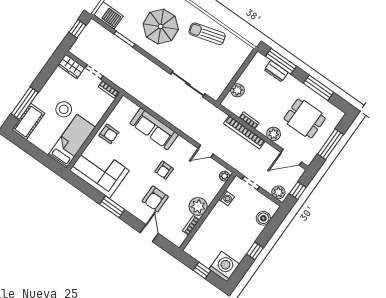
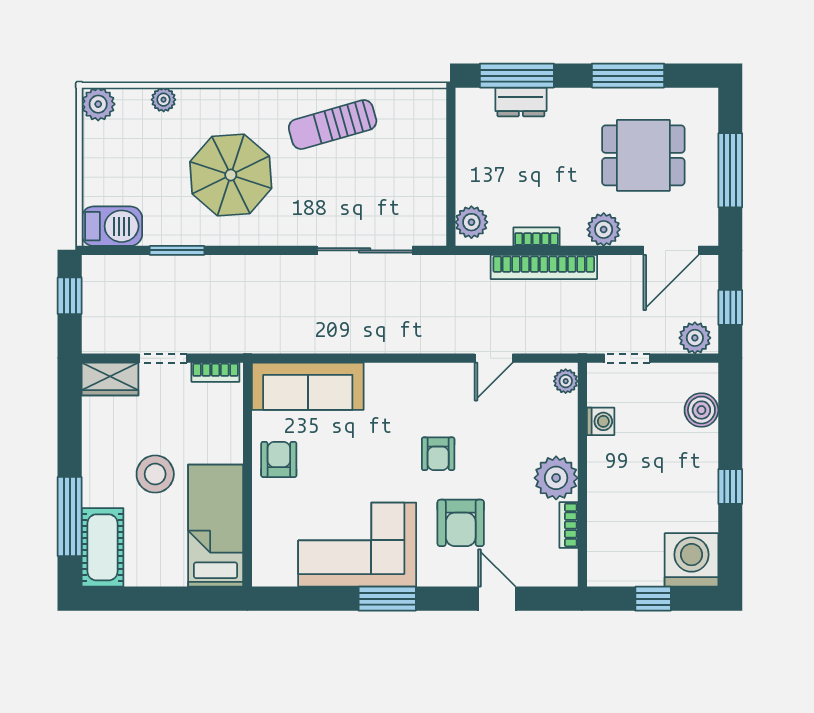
plant: (237, 90) -> (471, 222), moved
sofa: (154, 129) -> (308, 386), moved
armchair: (109, 134) -> (279, 459), turned -90
corner sofa: (99, 170) -> (357, 545), moved

